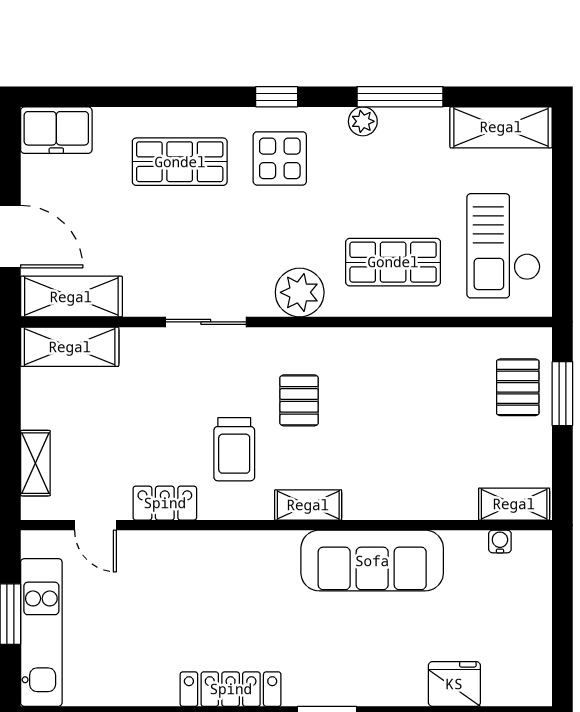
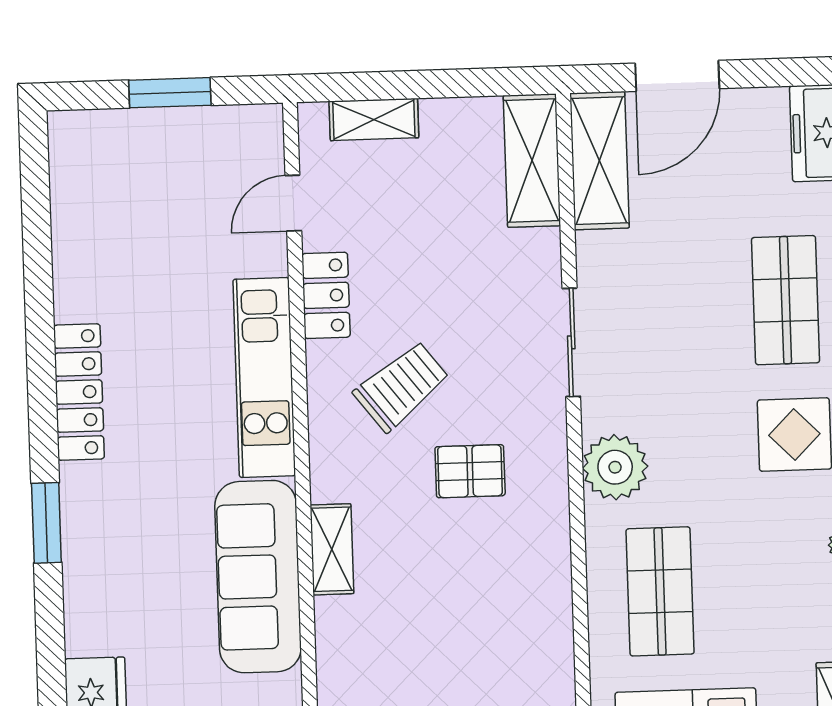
trolley: (234, 449) -> (401, 386), turned 142
shelving: (308, 505) -> (332, 549), moved
kitchen unit: (41, 632) -> (264, 377), moved, turned 90

